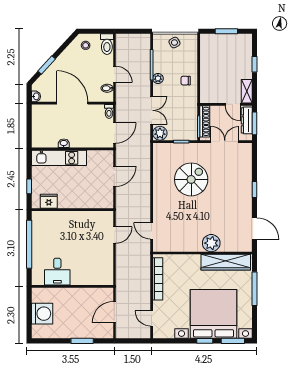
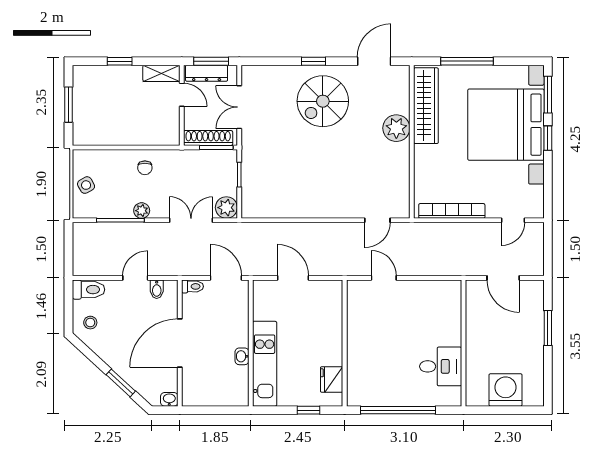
door: (233, 104) -> (182, 95), hinge flipped
spiral stairs: (191, 179) -> (323, 101), moved, turned -90

